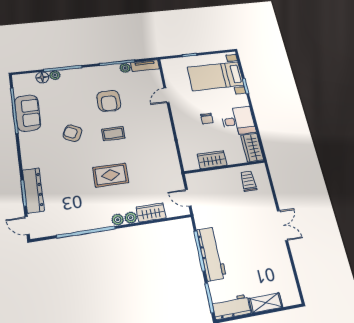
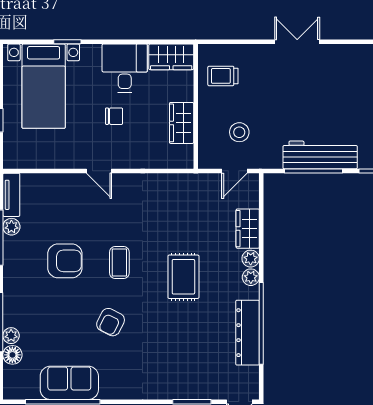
door: (166, 95) -> (99, 171), moved
dresser: (33, 190) -> (248, 333), moved, turned -90
stool: (214, 197) -> (239, 132), added

